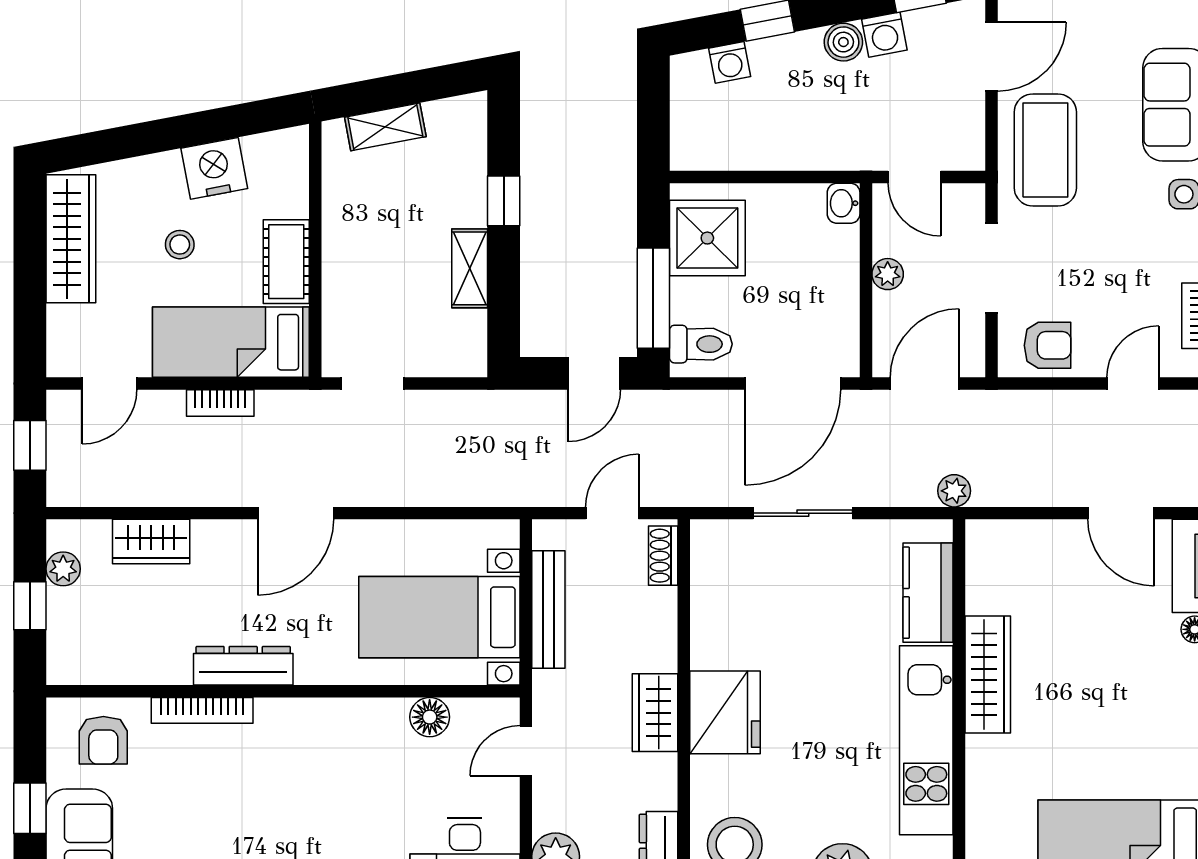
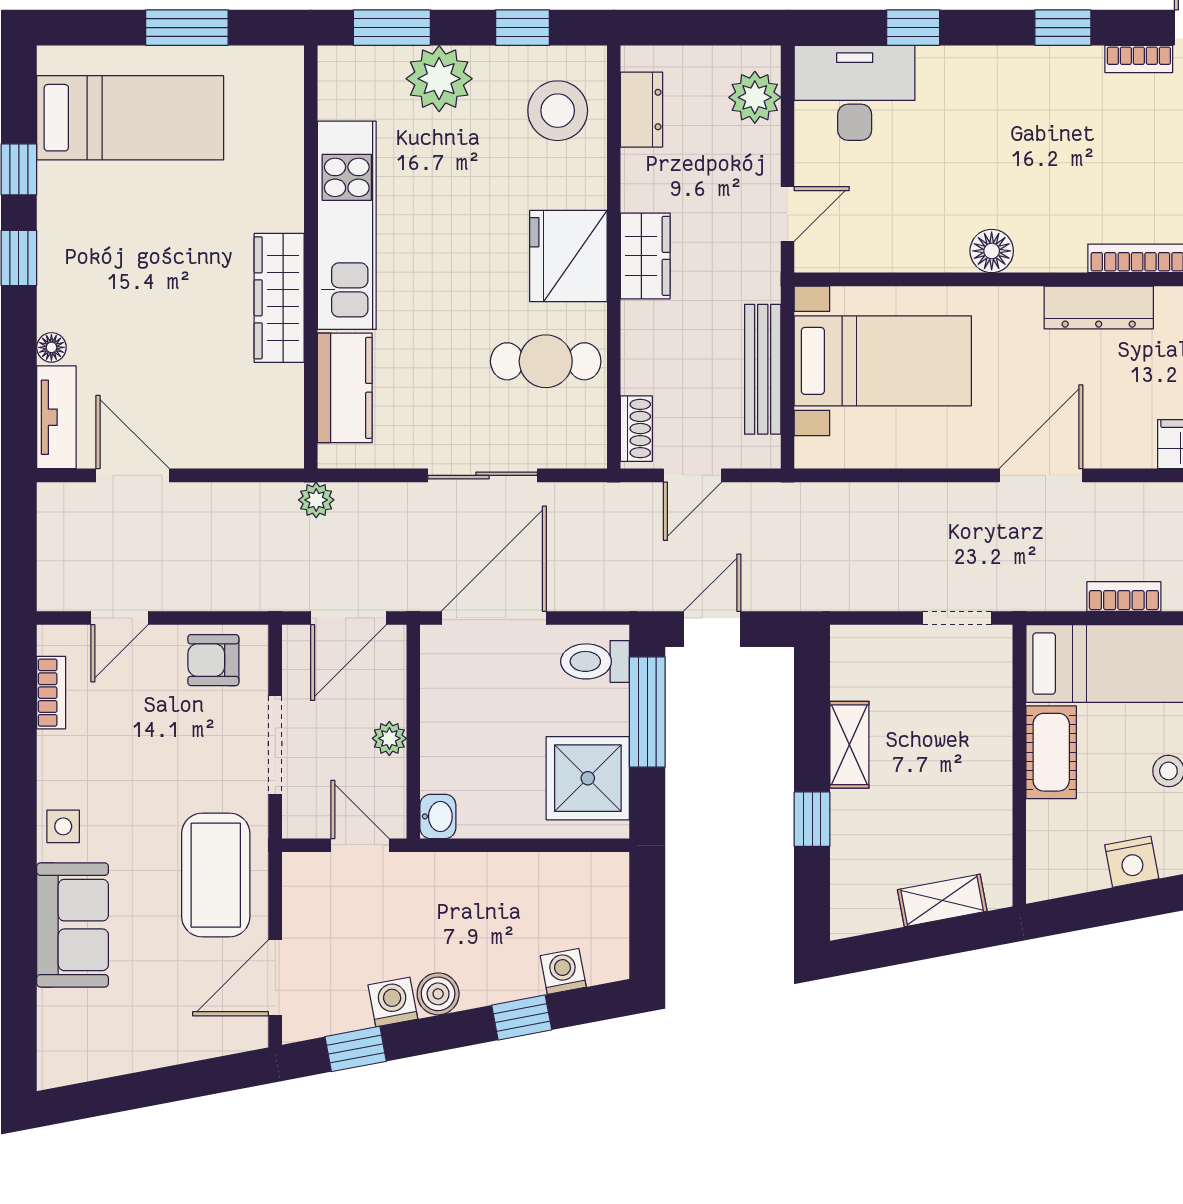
nightstand: (214, 168) -> (1132, 862), width x0.74, depth x0.75
cafe table: (746, 617) -> (546, 361), added
floor lamp: (430, 717) -> (992, 251), moved

